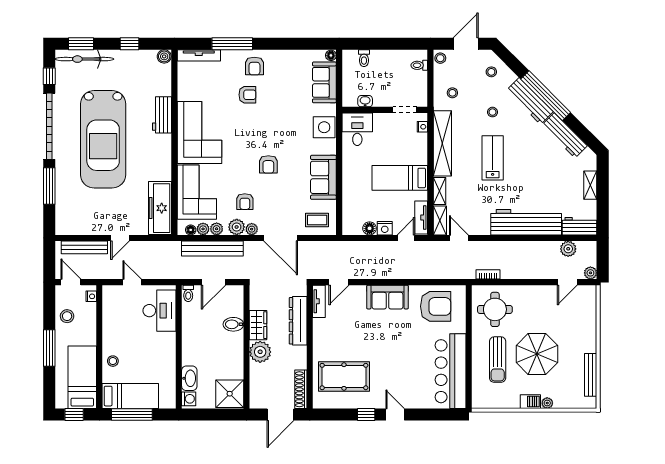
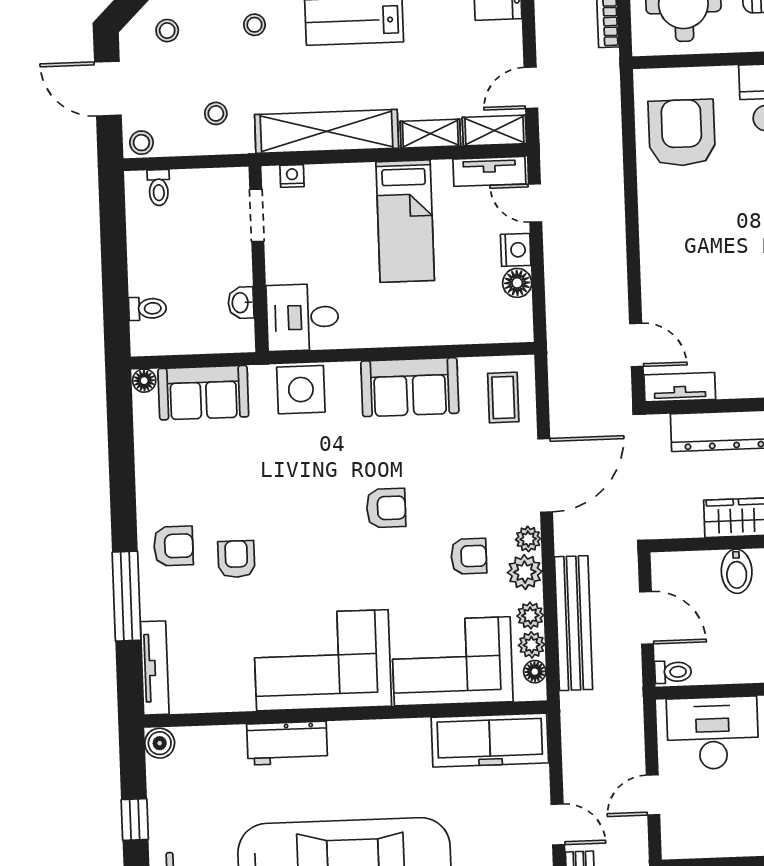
sofa: (388, 297) -> (665, 238), removed

